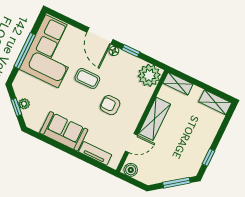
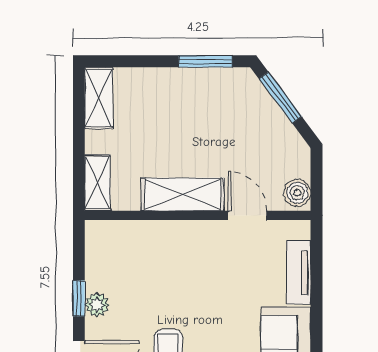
floor lamp: (114, 51) -> (94, 329), removed
plant: (149, 75) -> (97, 305), moved, width x0.53, depth x0.53
armchair: (110, 105) -> (197, 288), removed
window: (209, 157) -> (206, 61), width x1.50

